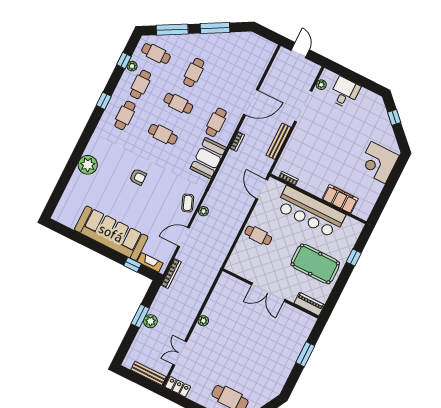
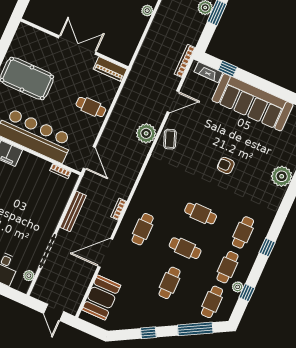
window: (215, 28) -> (148, 333), width x0.46
cafe table: (156, 54) -> (212, 302), turned 90
booth: (208, 158) -> (101, 298), moved
plant: (203, 211) -> (146, 133), width x1.87, depth x1.87
piano: (309, 304) -> (110, 69), moved

